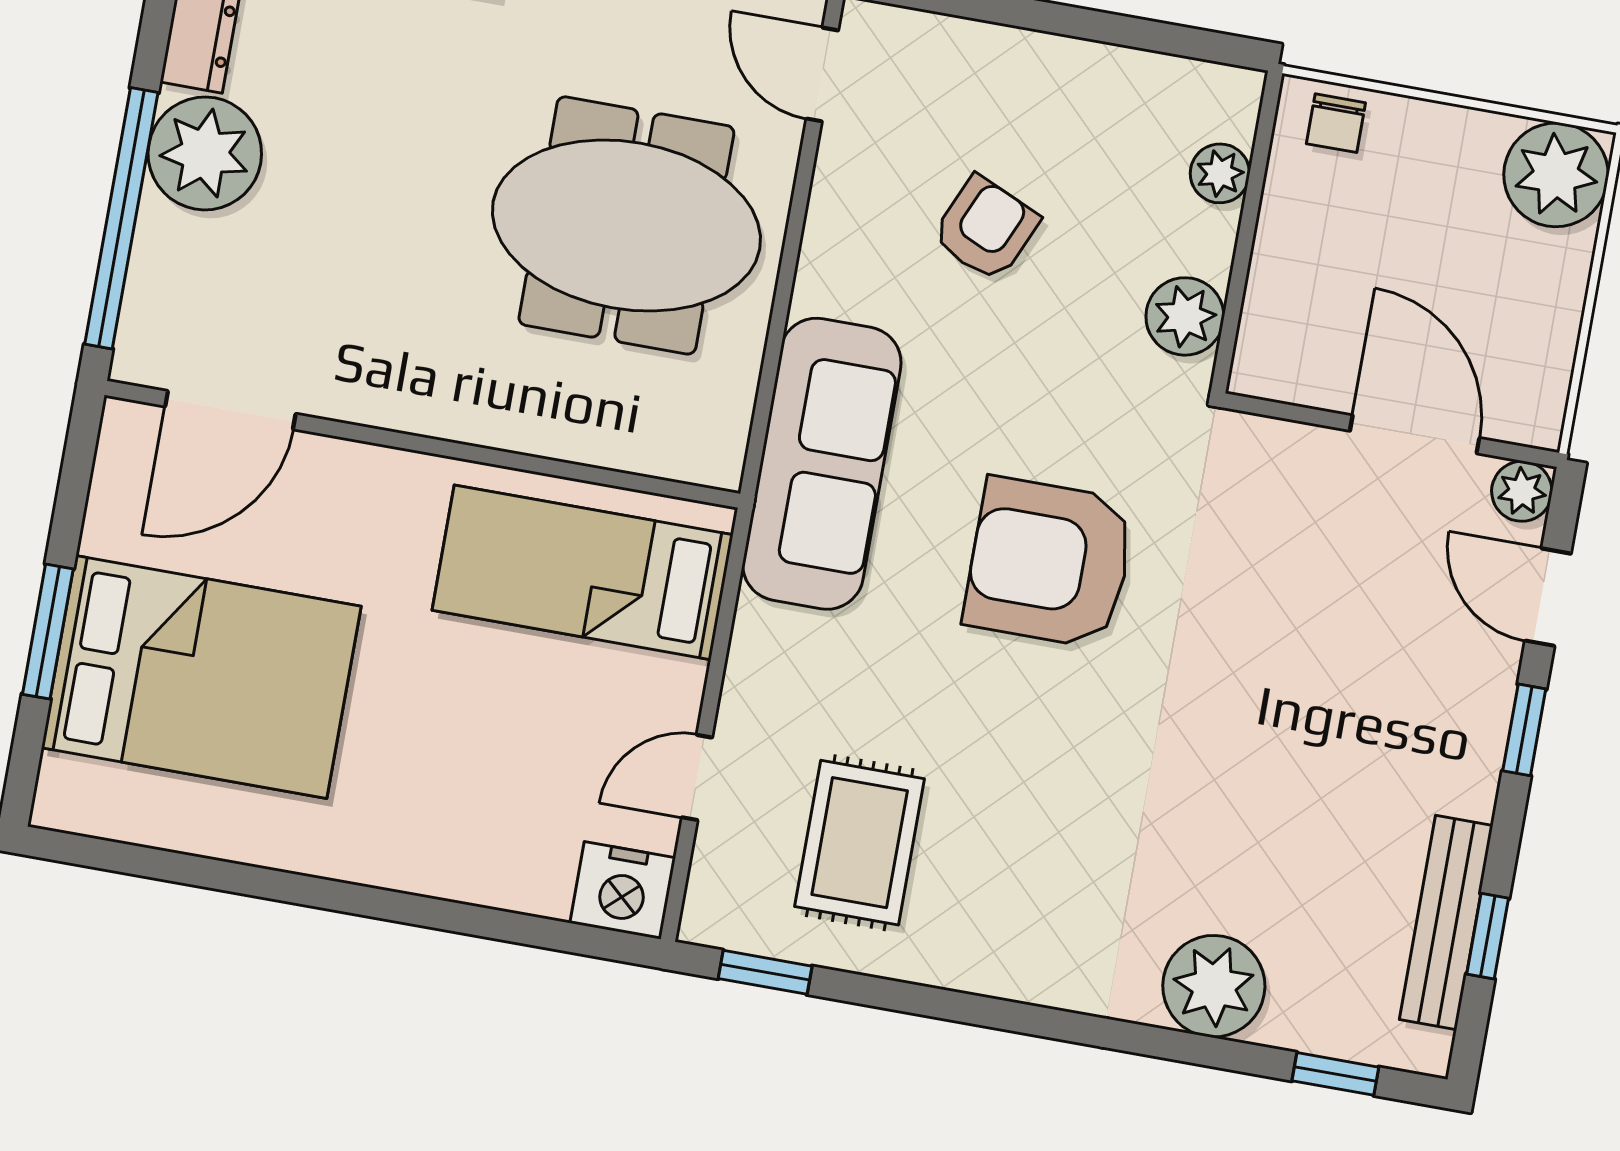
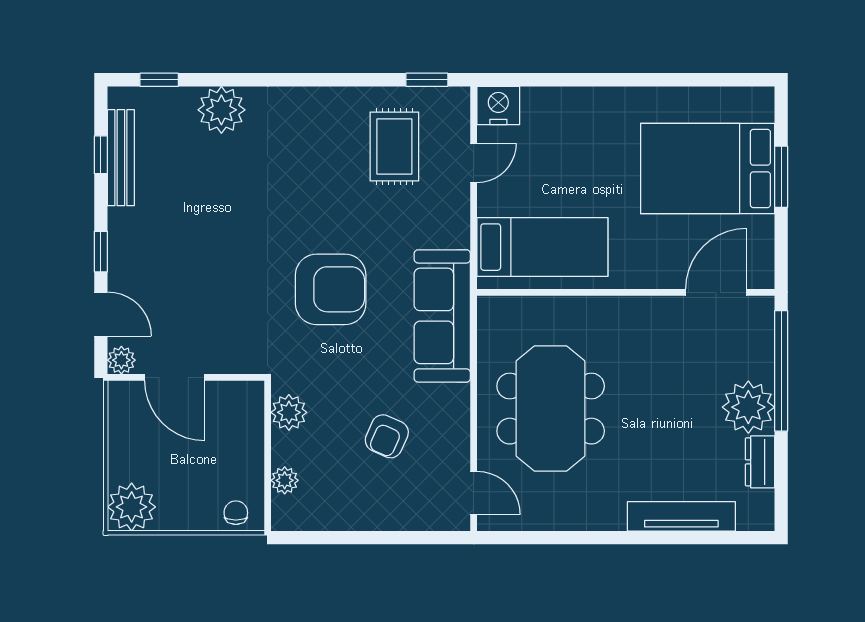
meeting table: (626, 225) -> (551, 409), turned 90

